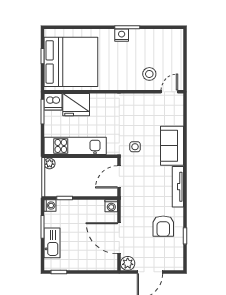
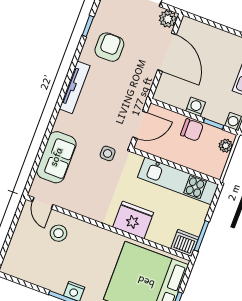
door: (169, 92) -> (43, 203), hinge flipped
fridge: (76, 105) -> (133, 220), moved
sofa: (172, 146) -> (56, 157), moved
plant: (50, 163) -> (226, 146), moved
chair: (79, 188) -> (192, 130), added
washing machine: (111, 206) -> (196, 107), moved

